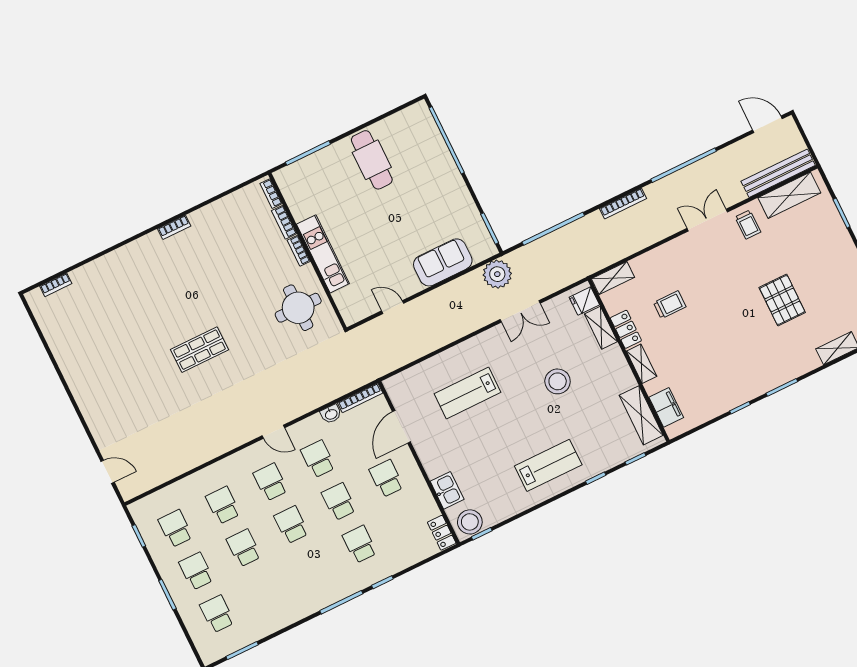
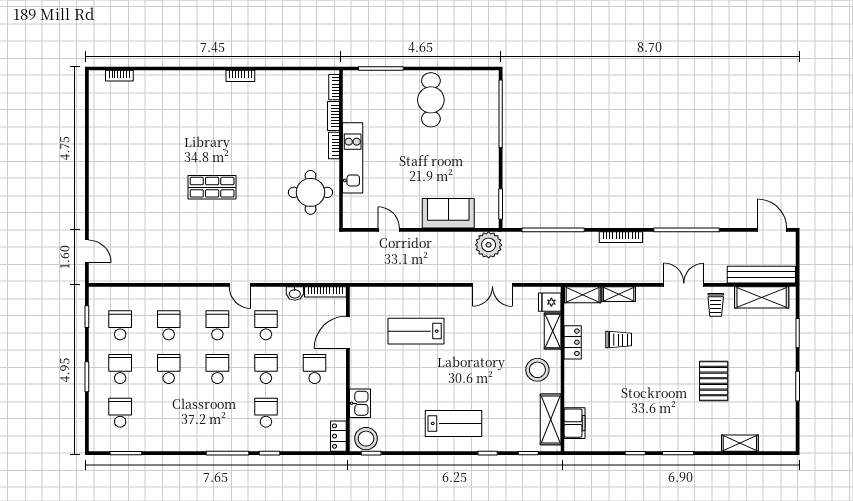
shelving: (642, 364) -> (619, 294), moved, turned 90
stool: (558, 381) -> (537, 370), moved

